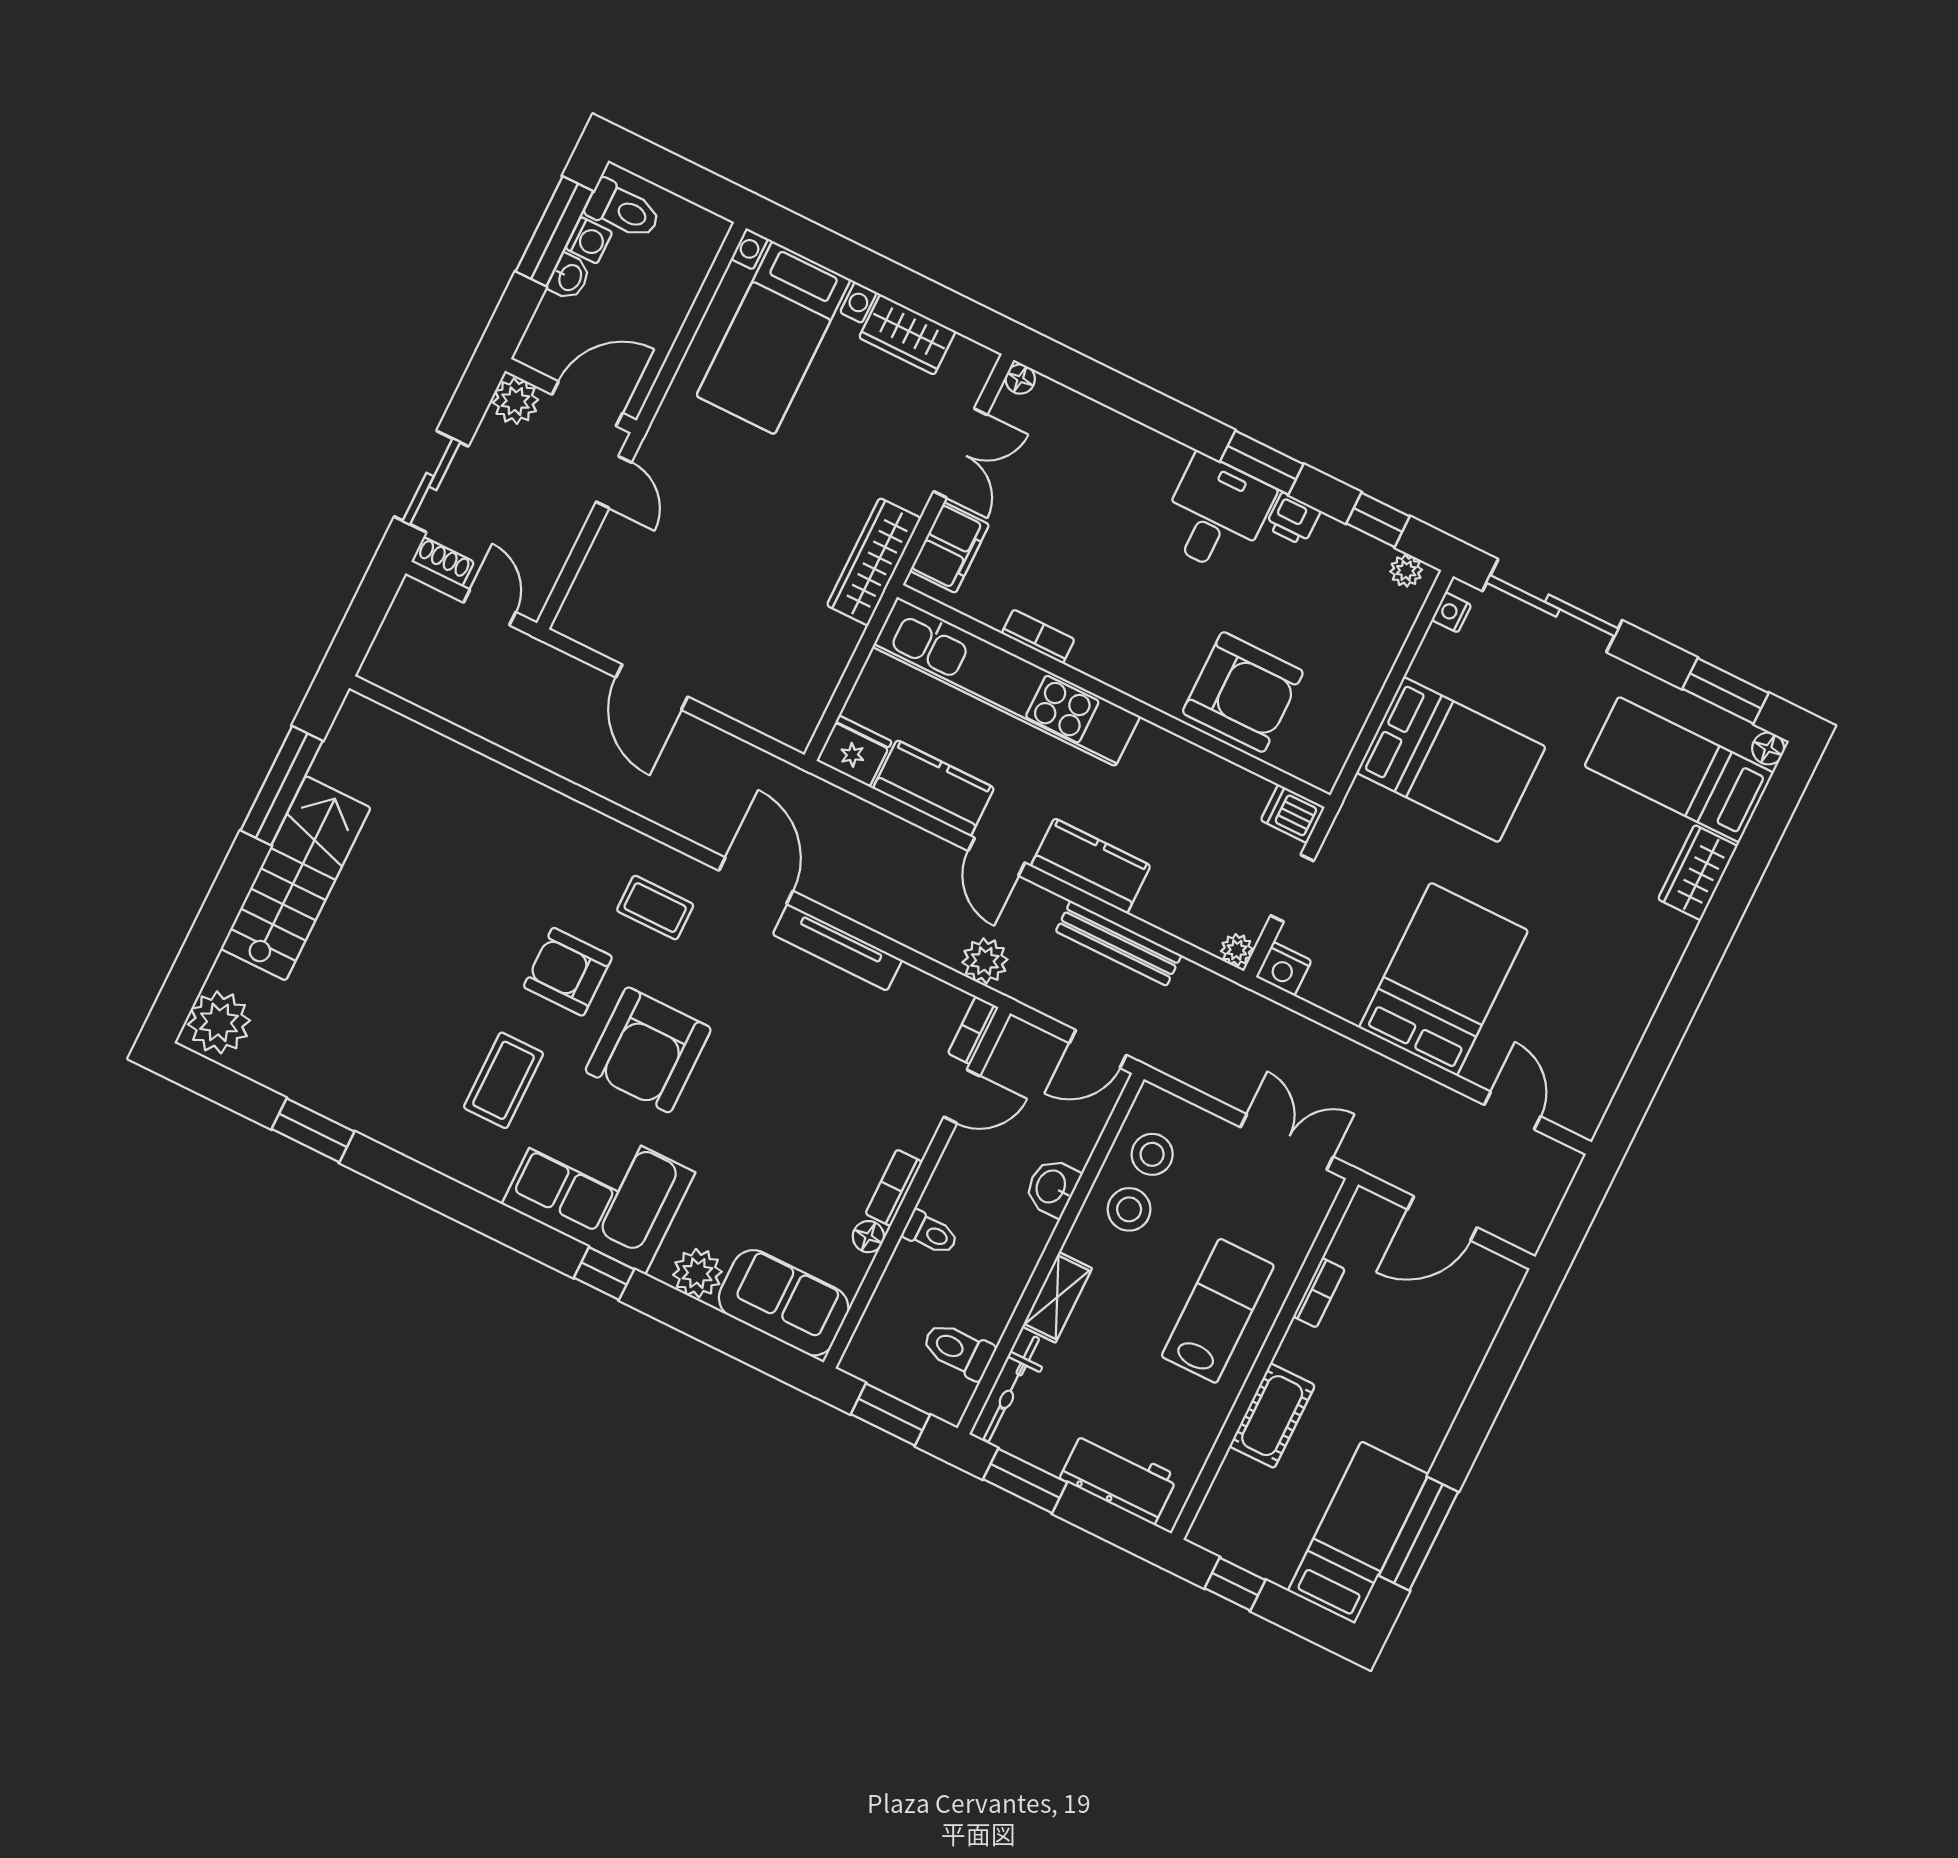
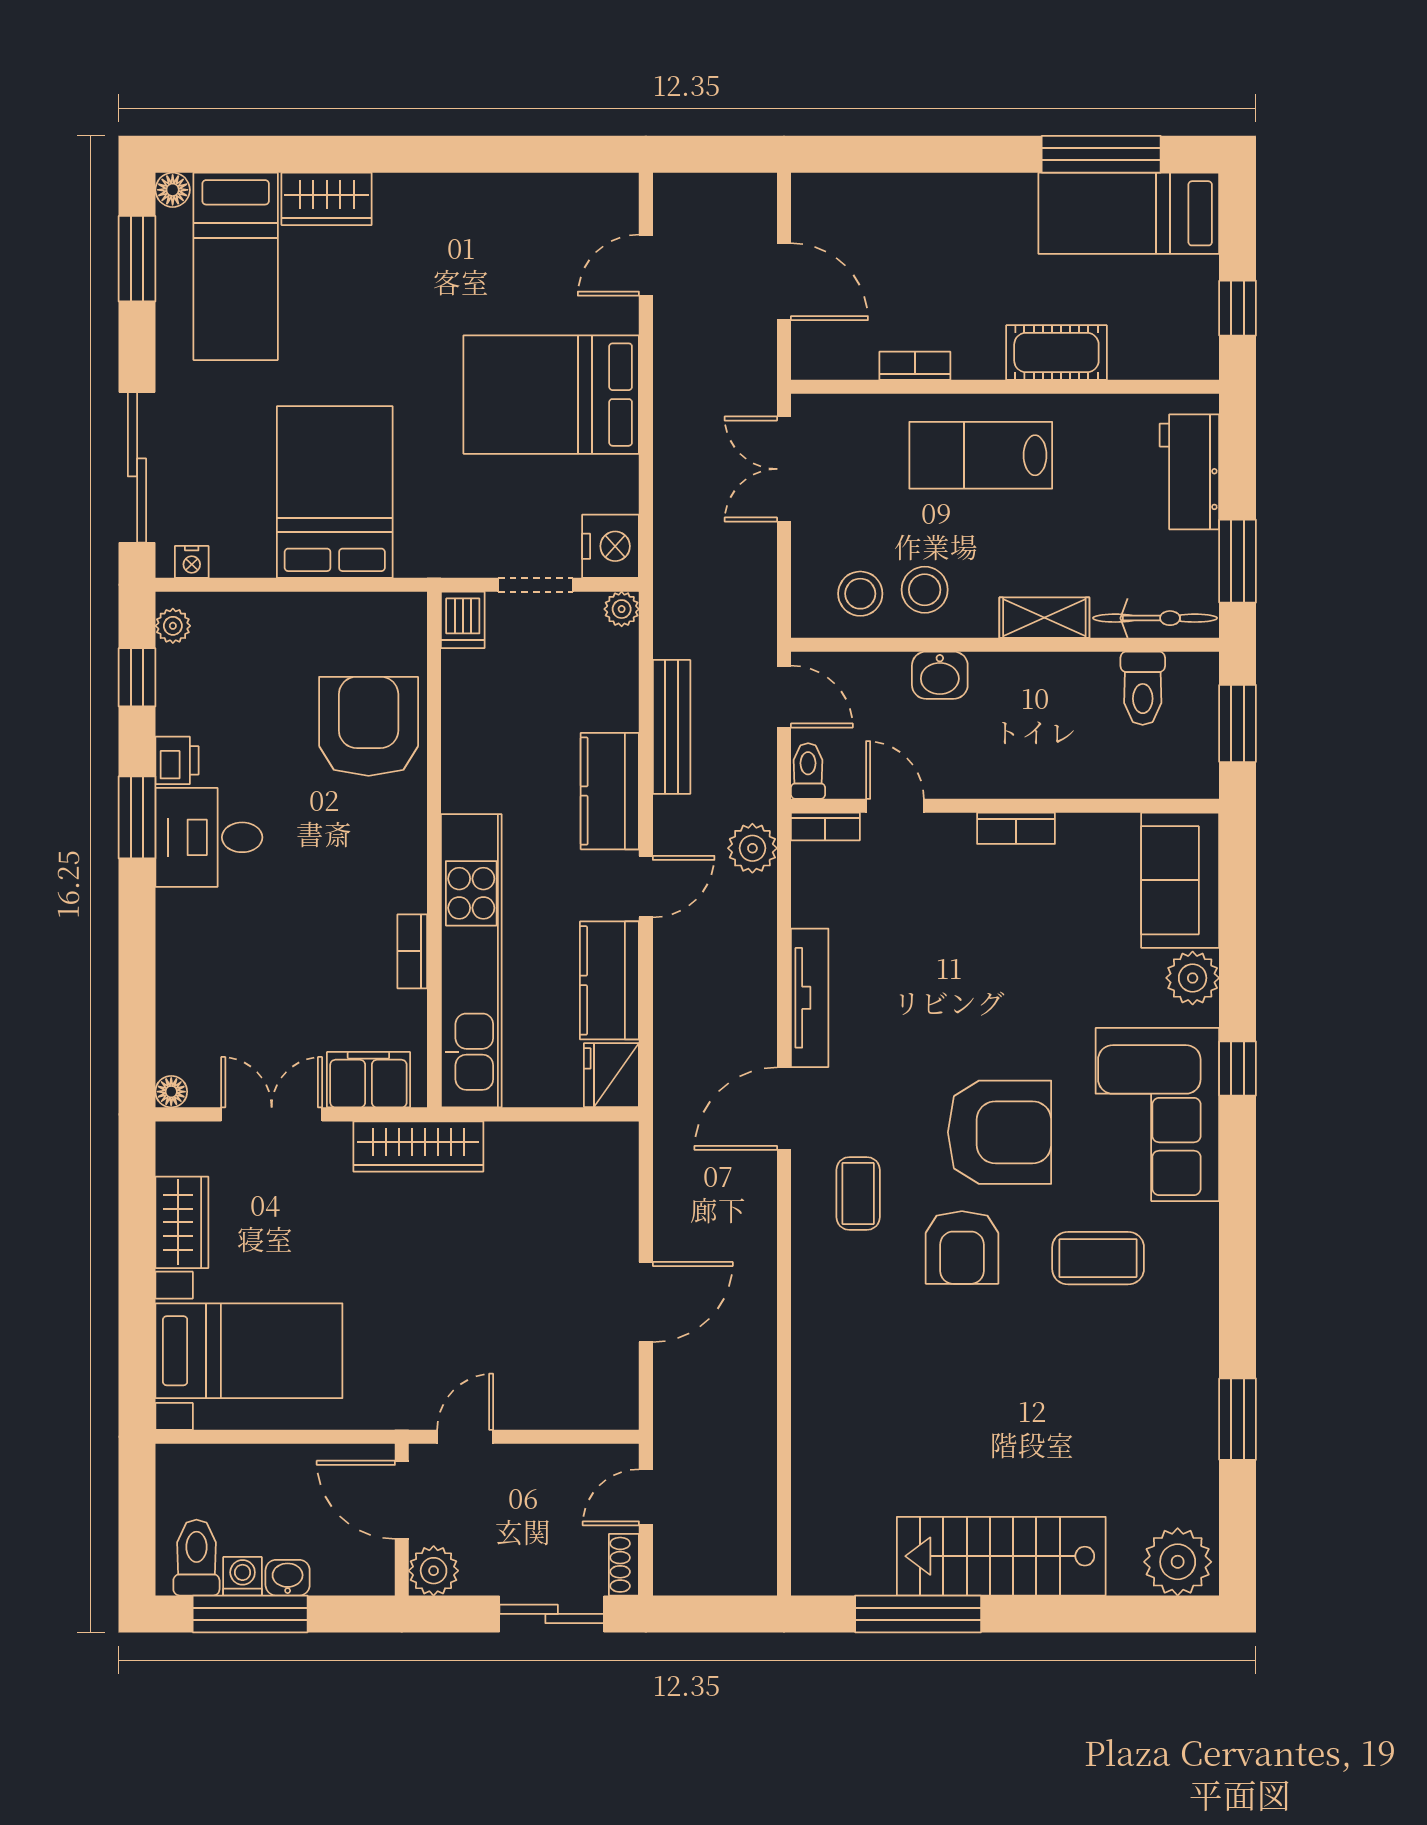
nightstand: (1284, 969) -> (611, 546), width x1.36, depth x1.33
toilet: (930, 1233) -> (808, 771), moved
floor lamp: (868, 1237) -> (1075, 830), removed

